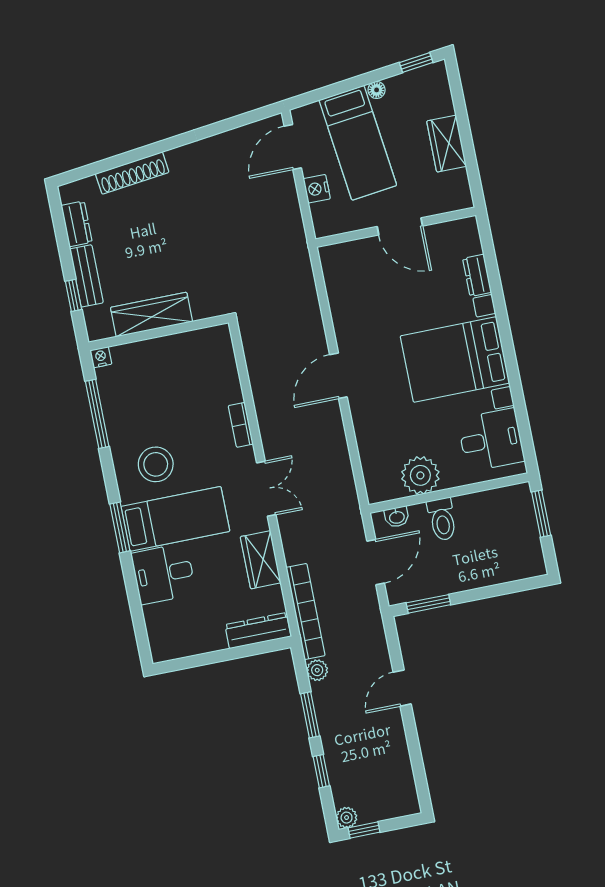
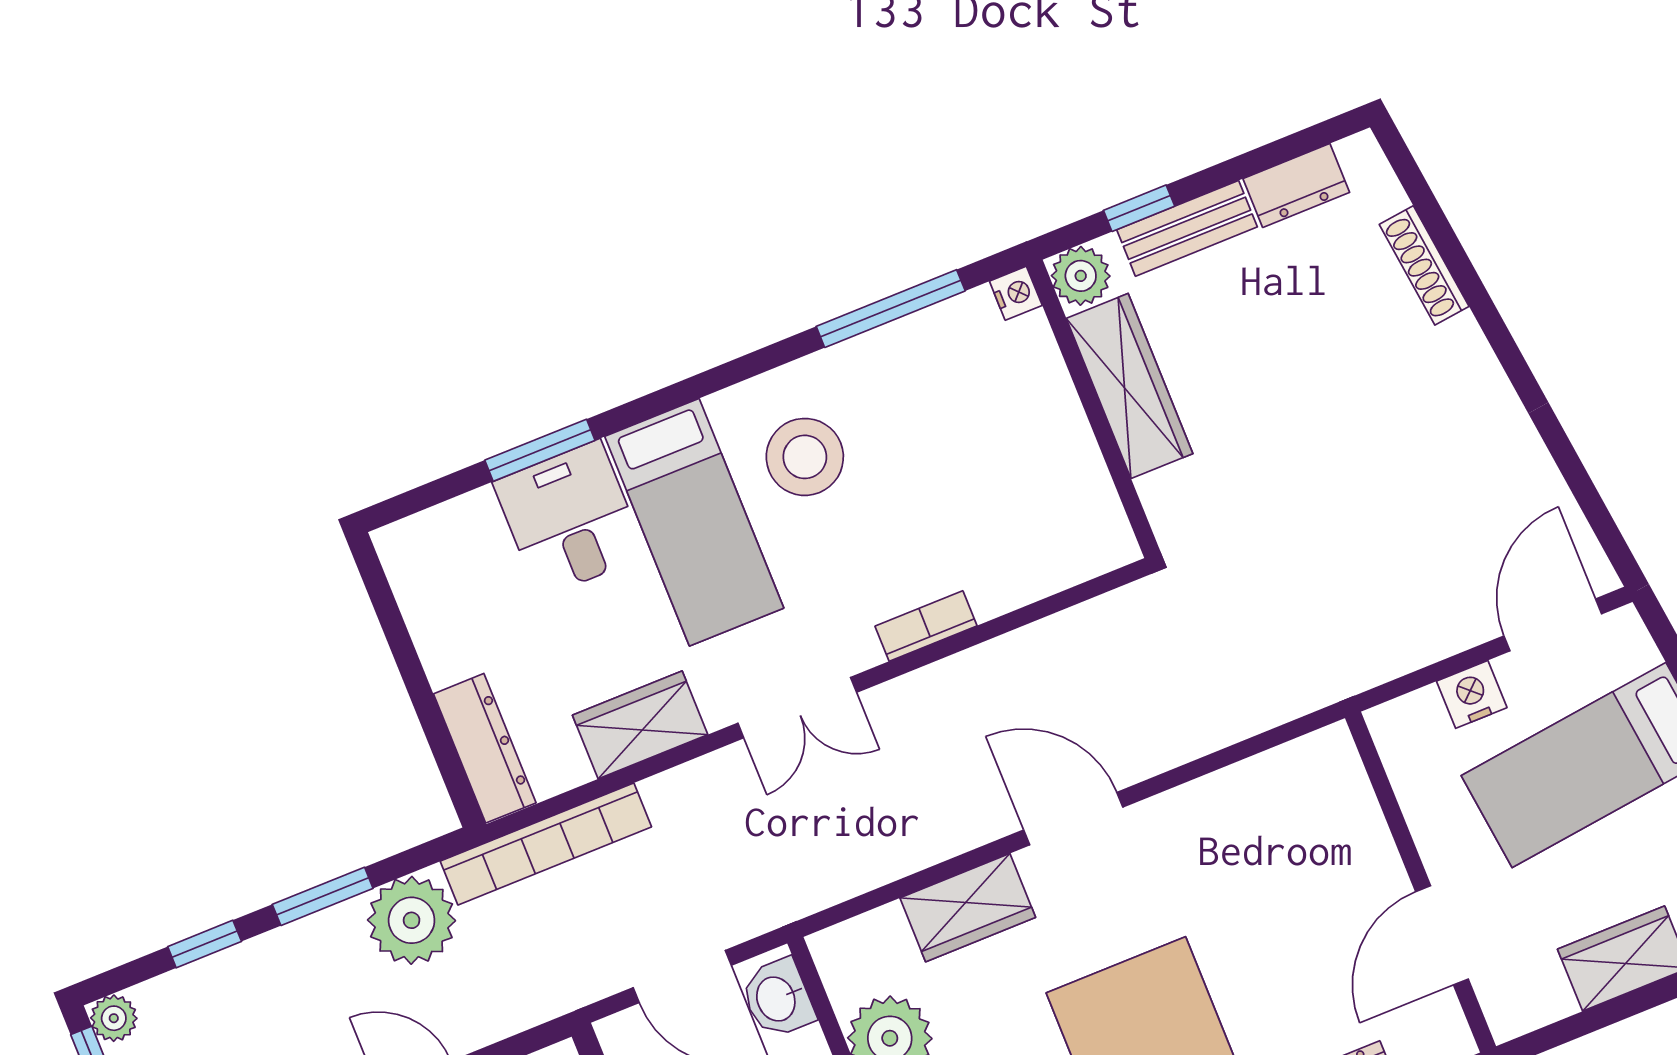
door: (293, 147) -> (1553, 625), hinge flipped
shoe rack: (132, 173) -> (1424, 265), width x0.74, depth x0.81
door: (400, 226) -> (1442, 935), moved
plant: (99, 327) -> (1081, 276), added
wardrobe: (369, 430) -> (968, 908), added
washbasin: (397, 517) -> (778, 998), width x1.38, depth x1.45
window: (120, 527) -> (540, 450), moved
plant: (317, 670) -> (412, 920), width x1.88, depth x1.88

